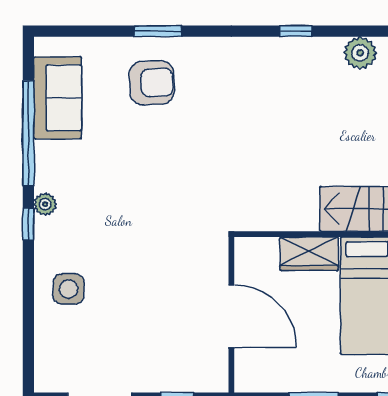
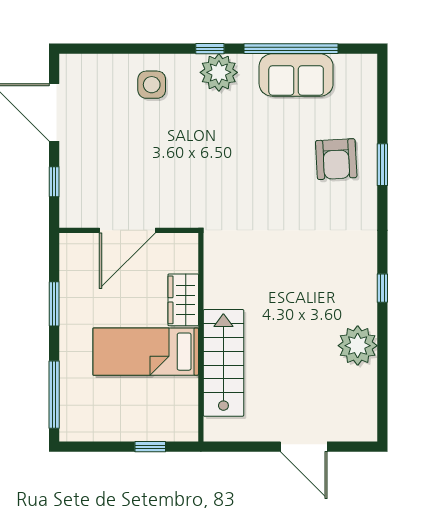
plant: (360, 53) -> (358, 346), width x1.36, depth x1.36
sofa: (58, 98) -> (296, 75), moved
plant: (45, 204) -> (219, 72), width x1.87, depth x1.87

